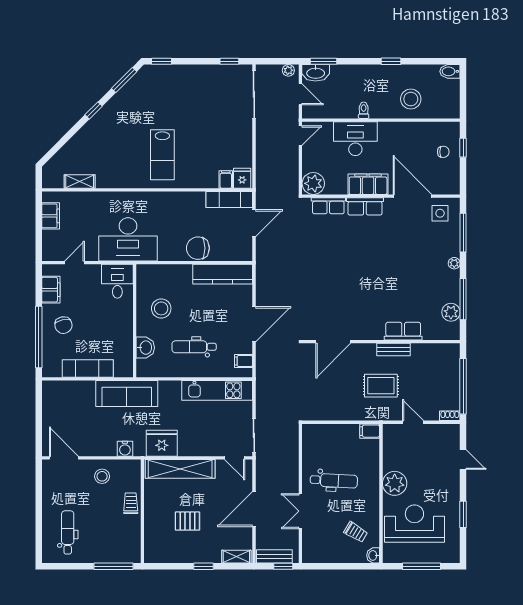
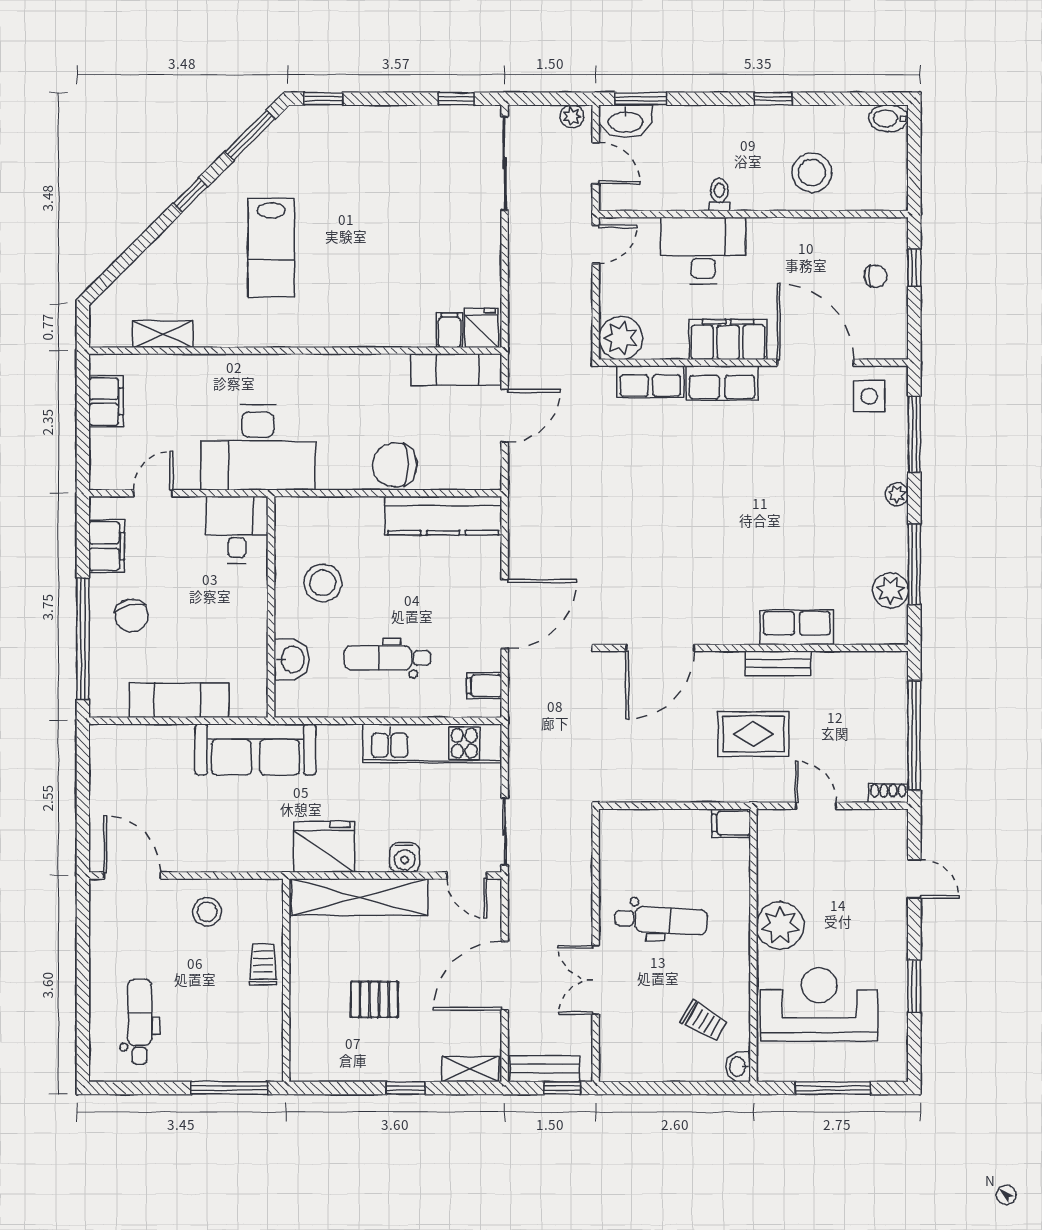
lab bench: (162, 155) -> (271, 248), moved
water cooler: (125, 449) -> (405, 858), moved

